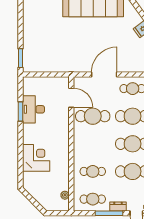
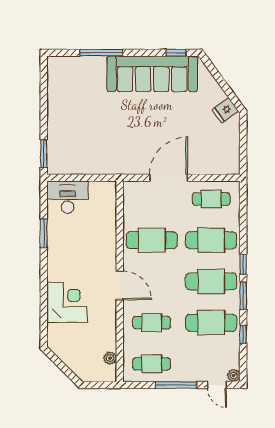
door: (71, 98) -> (120, 285), moved
desk: (33, 109) -> (68, 197), moved, turned 90
dresser: (118, 206) -> (189, 375), removed

